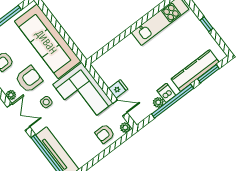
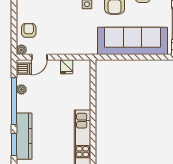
fridge: (118, 89) -> (67, 67), moved
dishwasher: (166, 93) -> (24, 69), moved
corner sofa: (83, 94) -> (72, 37), removed

